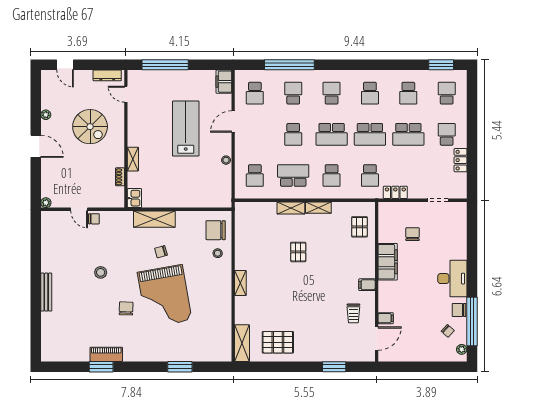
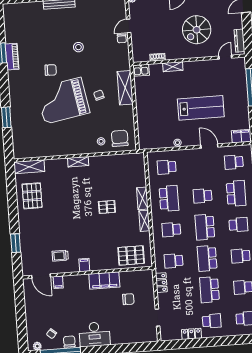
school desk: (293, 93) -> (236, 193), width x1.85
pallet: (359, 227) -> (131, 255), width x1.50, depth x1.42

